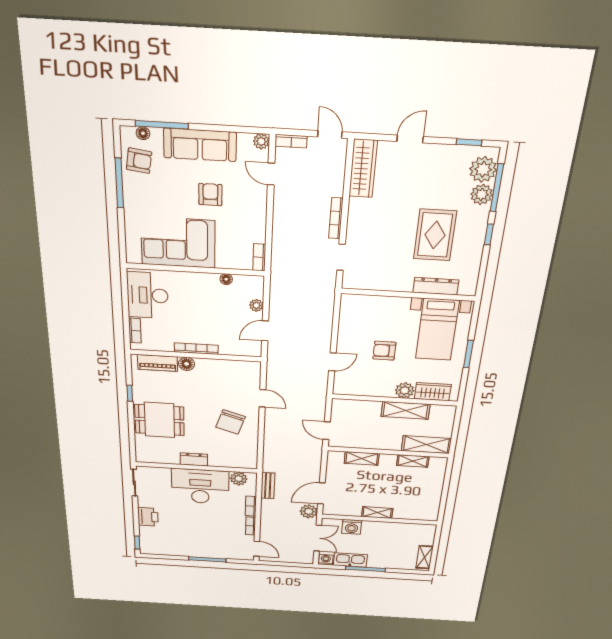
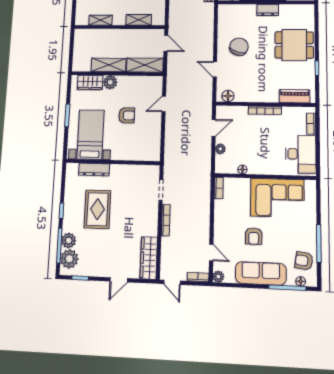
floor lamp: (187, 364) -> (228, 96), moved
shelving: (426, 445) -> (145, 65), moved

